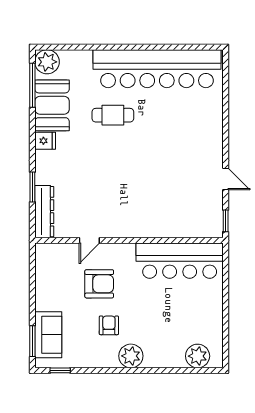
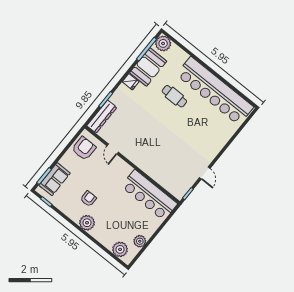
door: (89, 240) -> (113, 149), hinge flipped
armchair: (99, 284) -> (84, 148), moved, turned -90
plant: (214, 326) -> (140, 241), added

